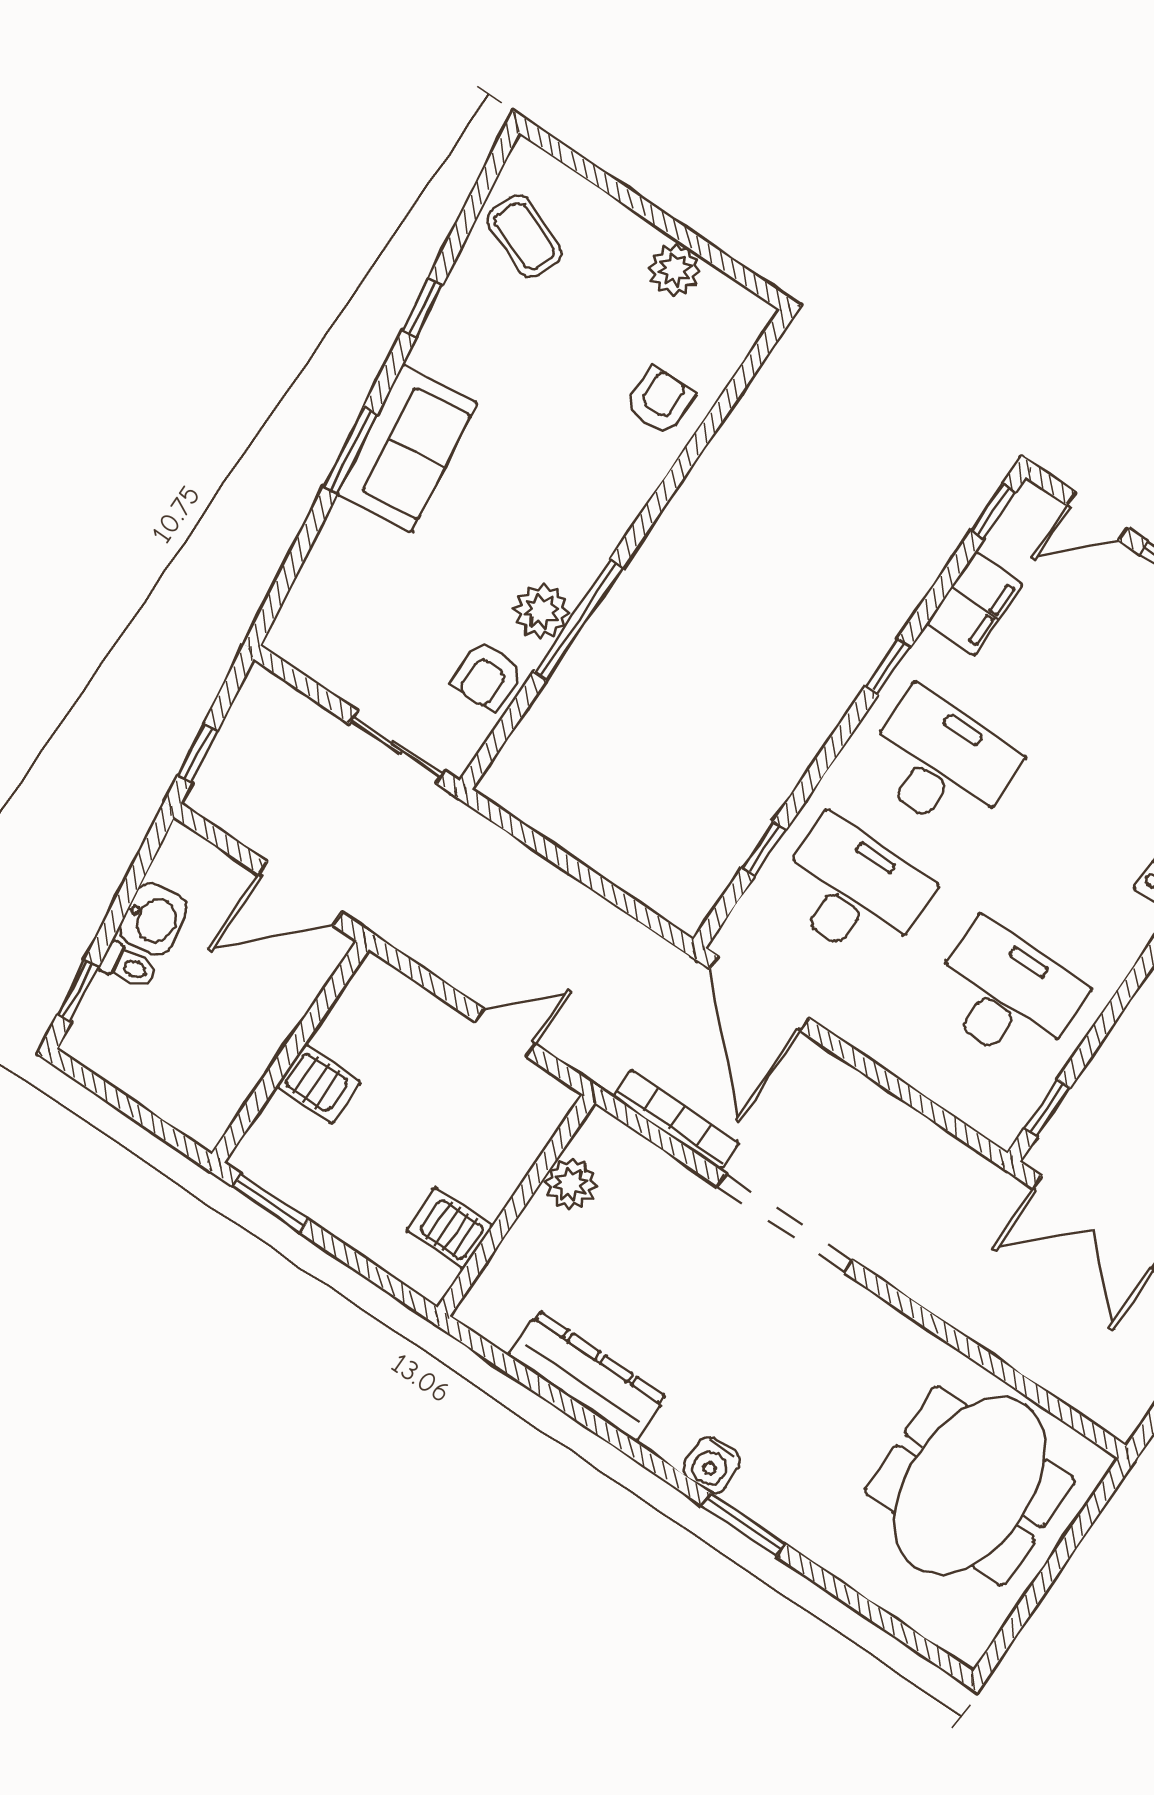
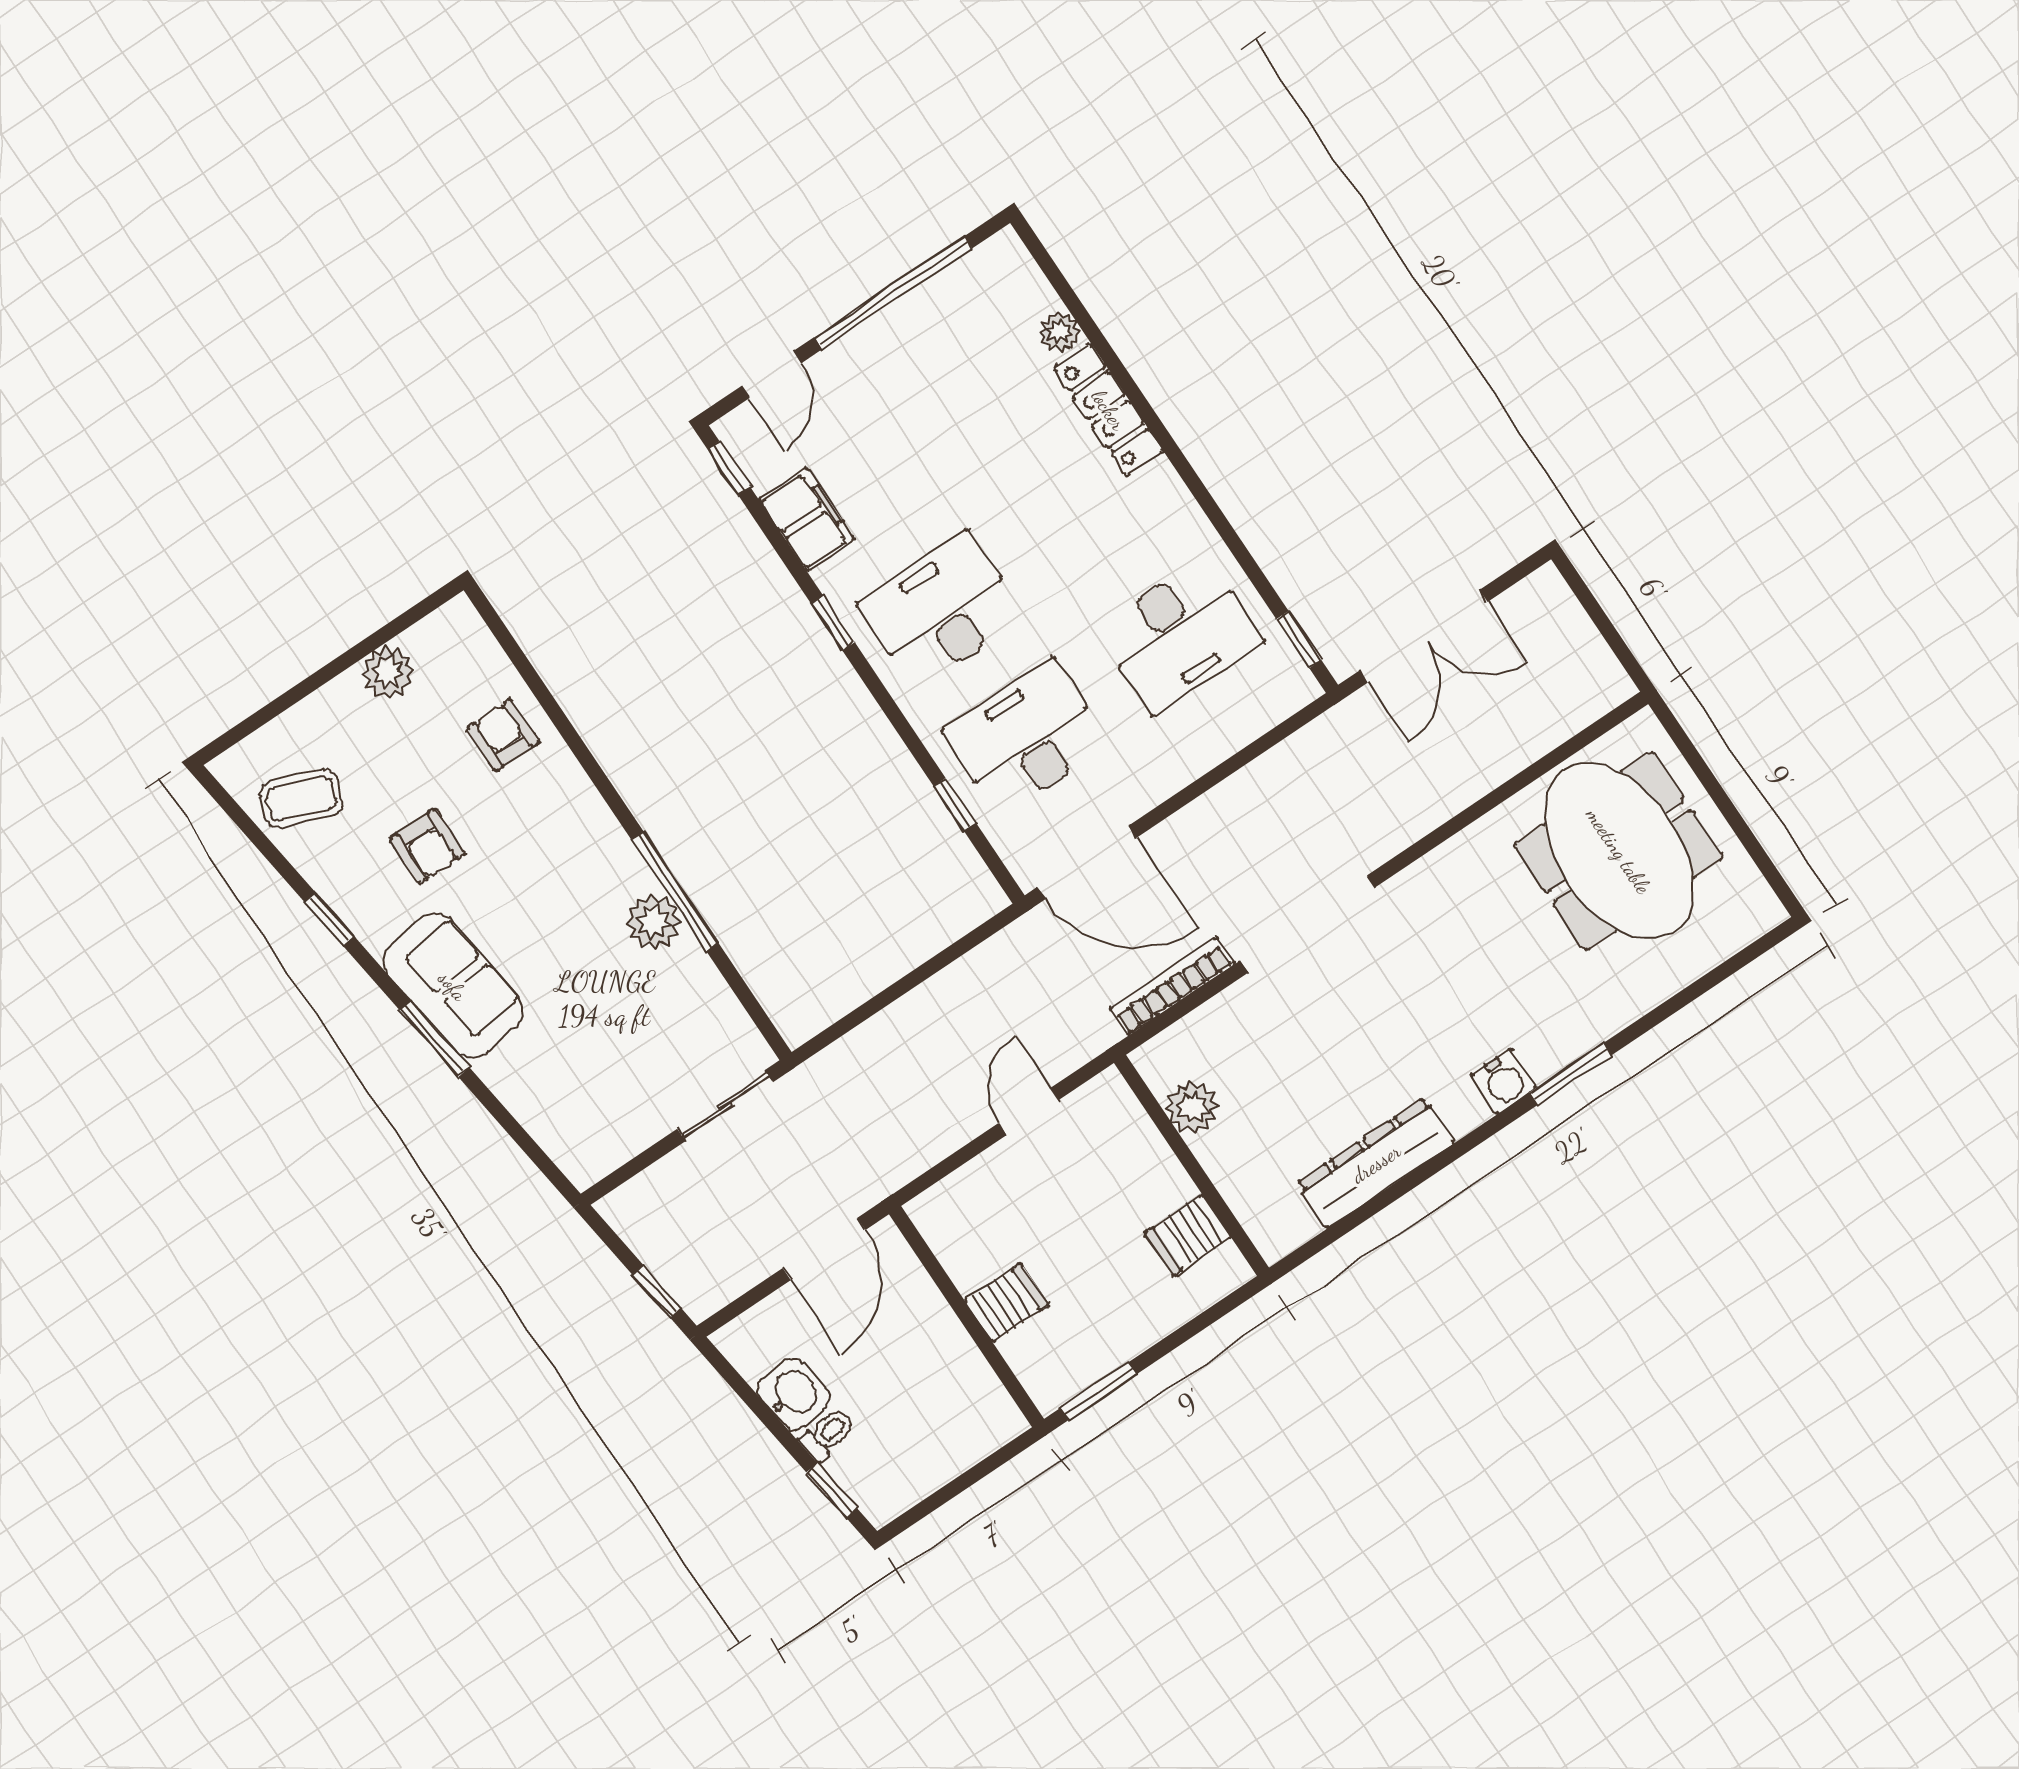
armchair: (487, 676) -> (427, 846), moved
desk: (1006, 995) -> (1179, 635), turned 180

